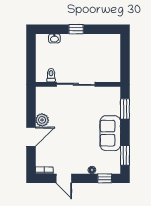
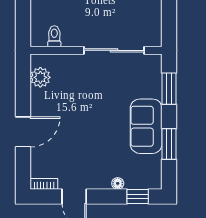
sliding door: (76, 84) -> (114, 50), moved
plant: (42, 120) -> (40, 77), moved
window: (125, 155) -> (169, 144), moved

